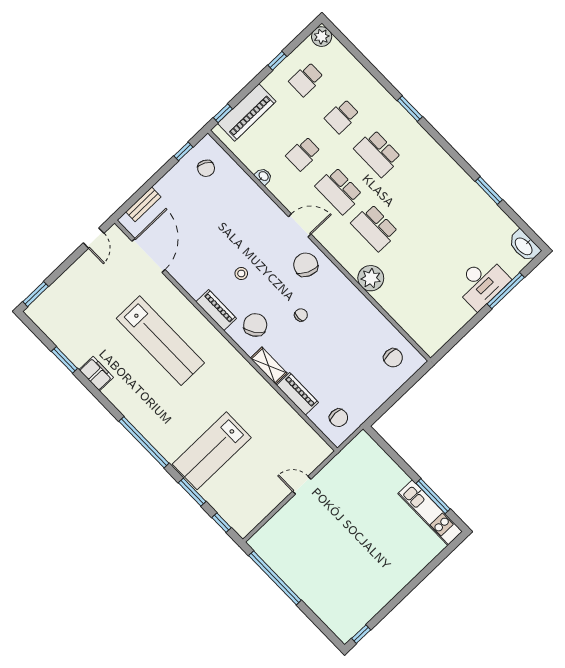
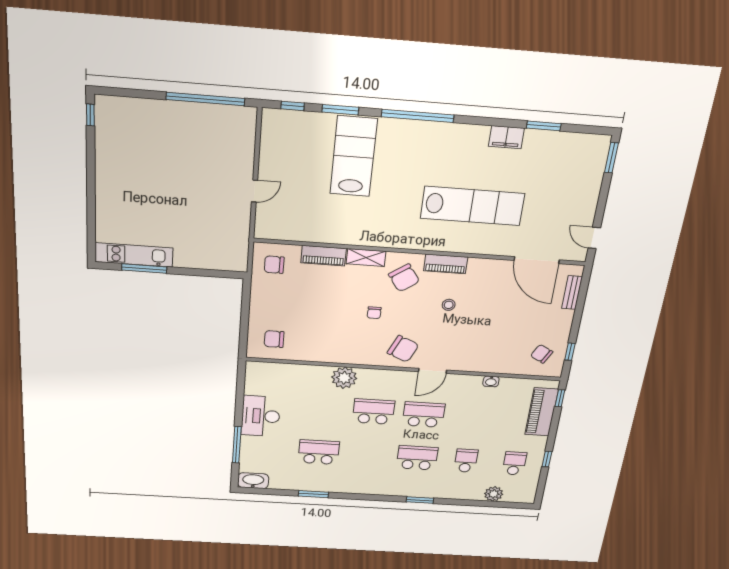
plant: (322, 37) -> (494, 494), moved
school desk: (303, 154) -> (319, 452), moved, width x1.85
desk: (482, 283) -> (261, 416), moved
lab bench: (160, 341) -> (472, 206), turned 180

